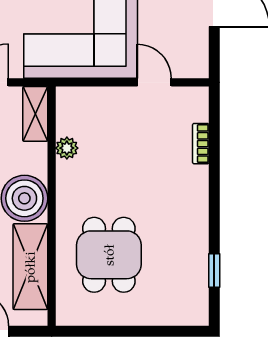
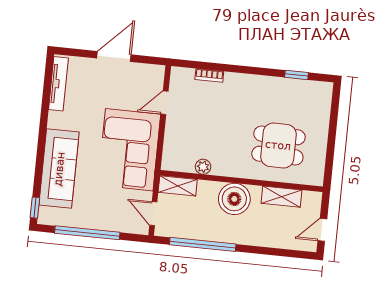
shelving: (30, 267) -> (281, 197), width x0.67, depth x0.75

